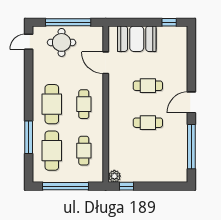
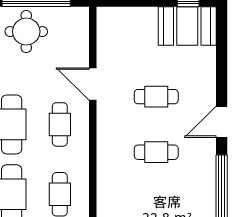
booth: (137, 39) -> (187, 26), moved
door: (106, 63) -> (93, 84), moved

